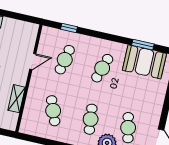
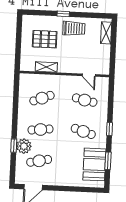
window: (69, 28) -> (109, 129), moved
door: (33, 61) -> (89, 75), moved

